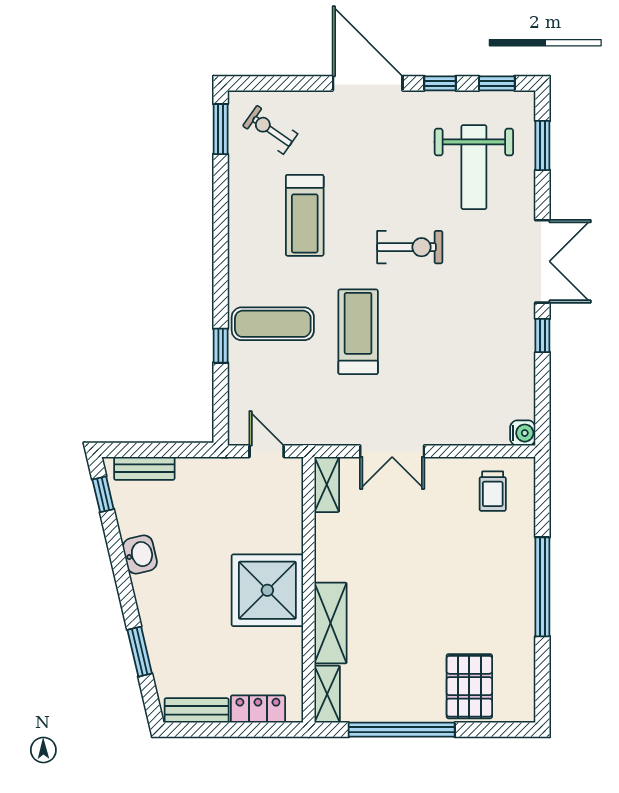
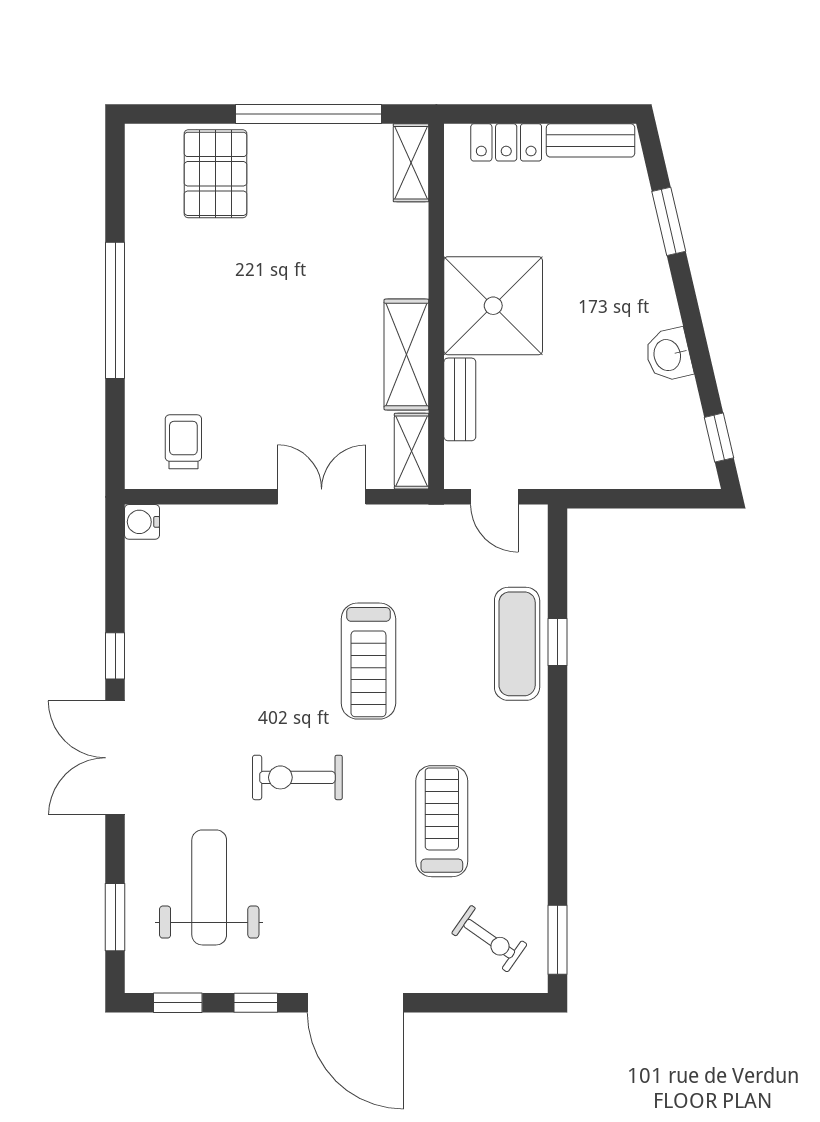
exercise mat: (273, 324) -> (517, 644), moved, turned 90
bench: (144, 468) -> (460, 399), moved, turned 90
shelving: (331, 623) -> (406, 355), moved

